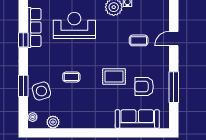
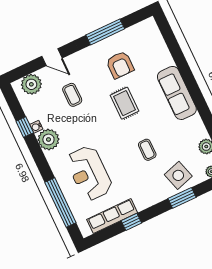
plant: (161, 14) -> (31, 84), added
sofa: (137, 119) -> (177, 93), moved

